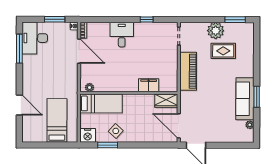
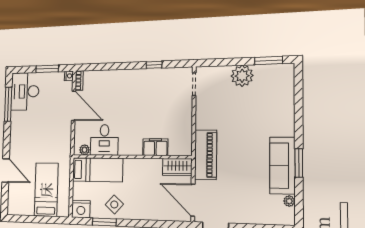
desk: (122, 35) -> (104, 140), moved, turned 180
rug: (223, 51) -> (252, 102), removed
piano: (188, 71) -> (206, 155), moved

